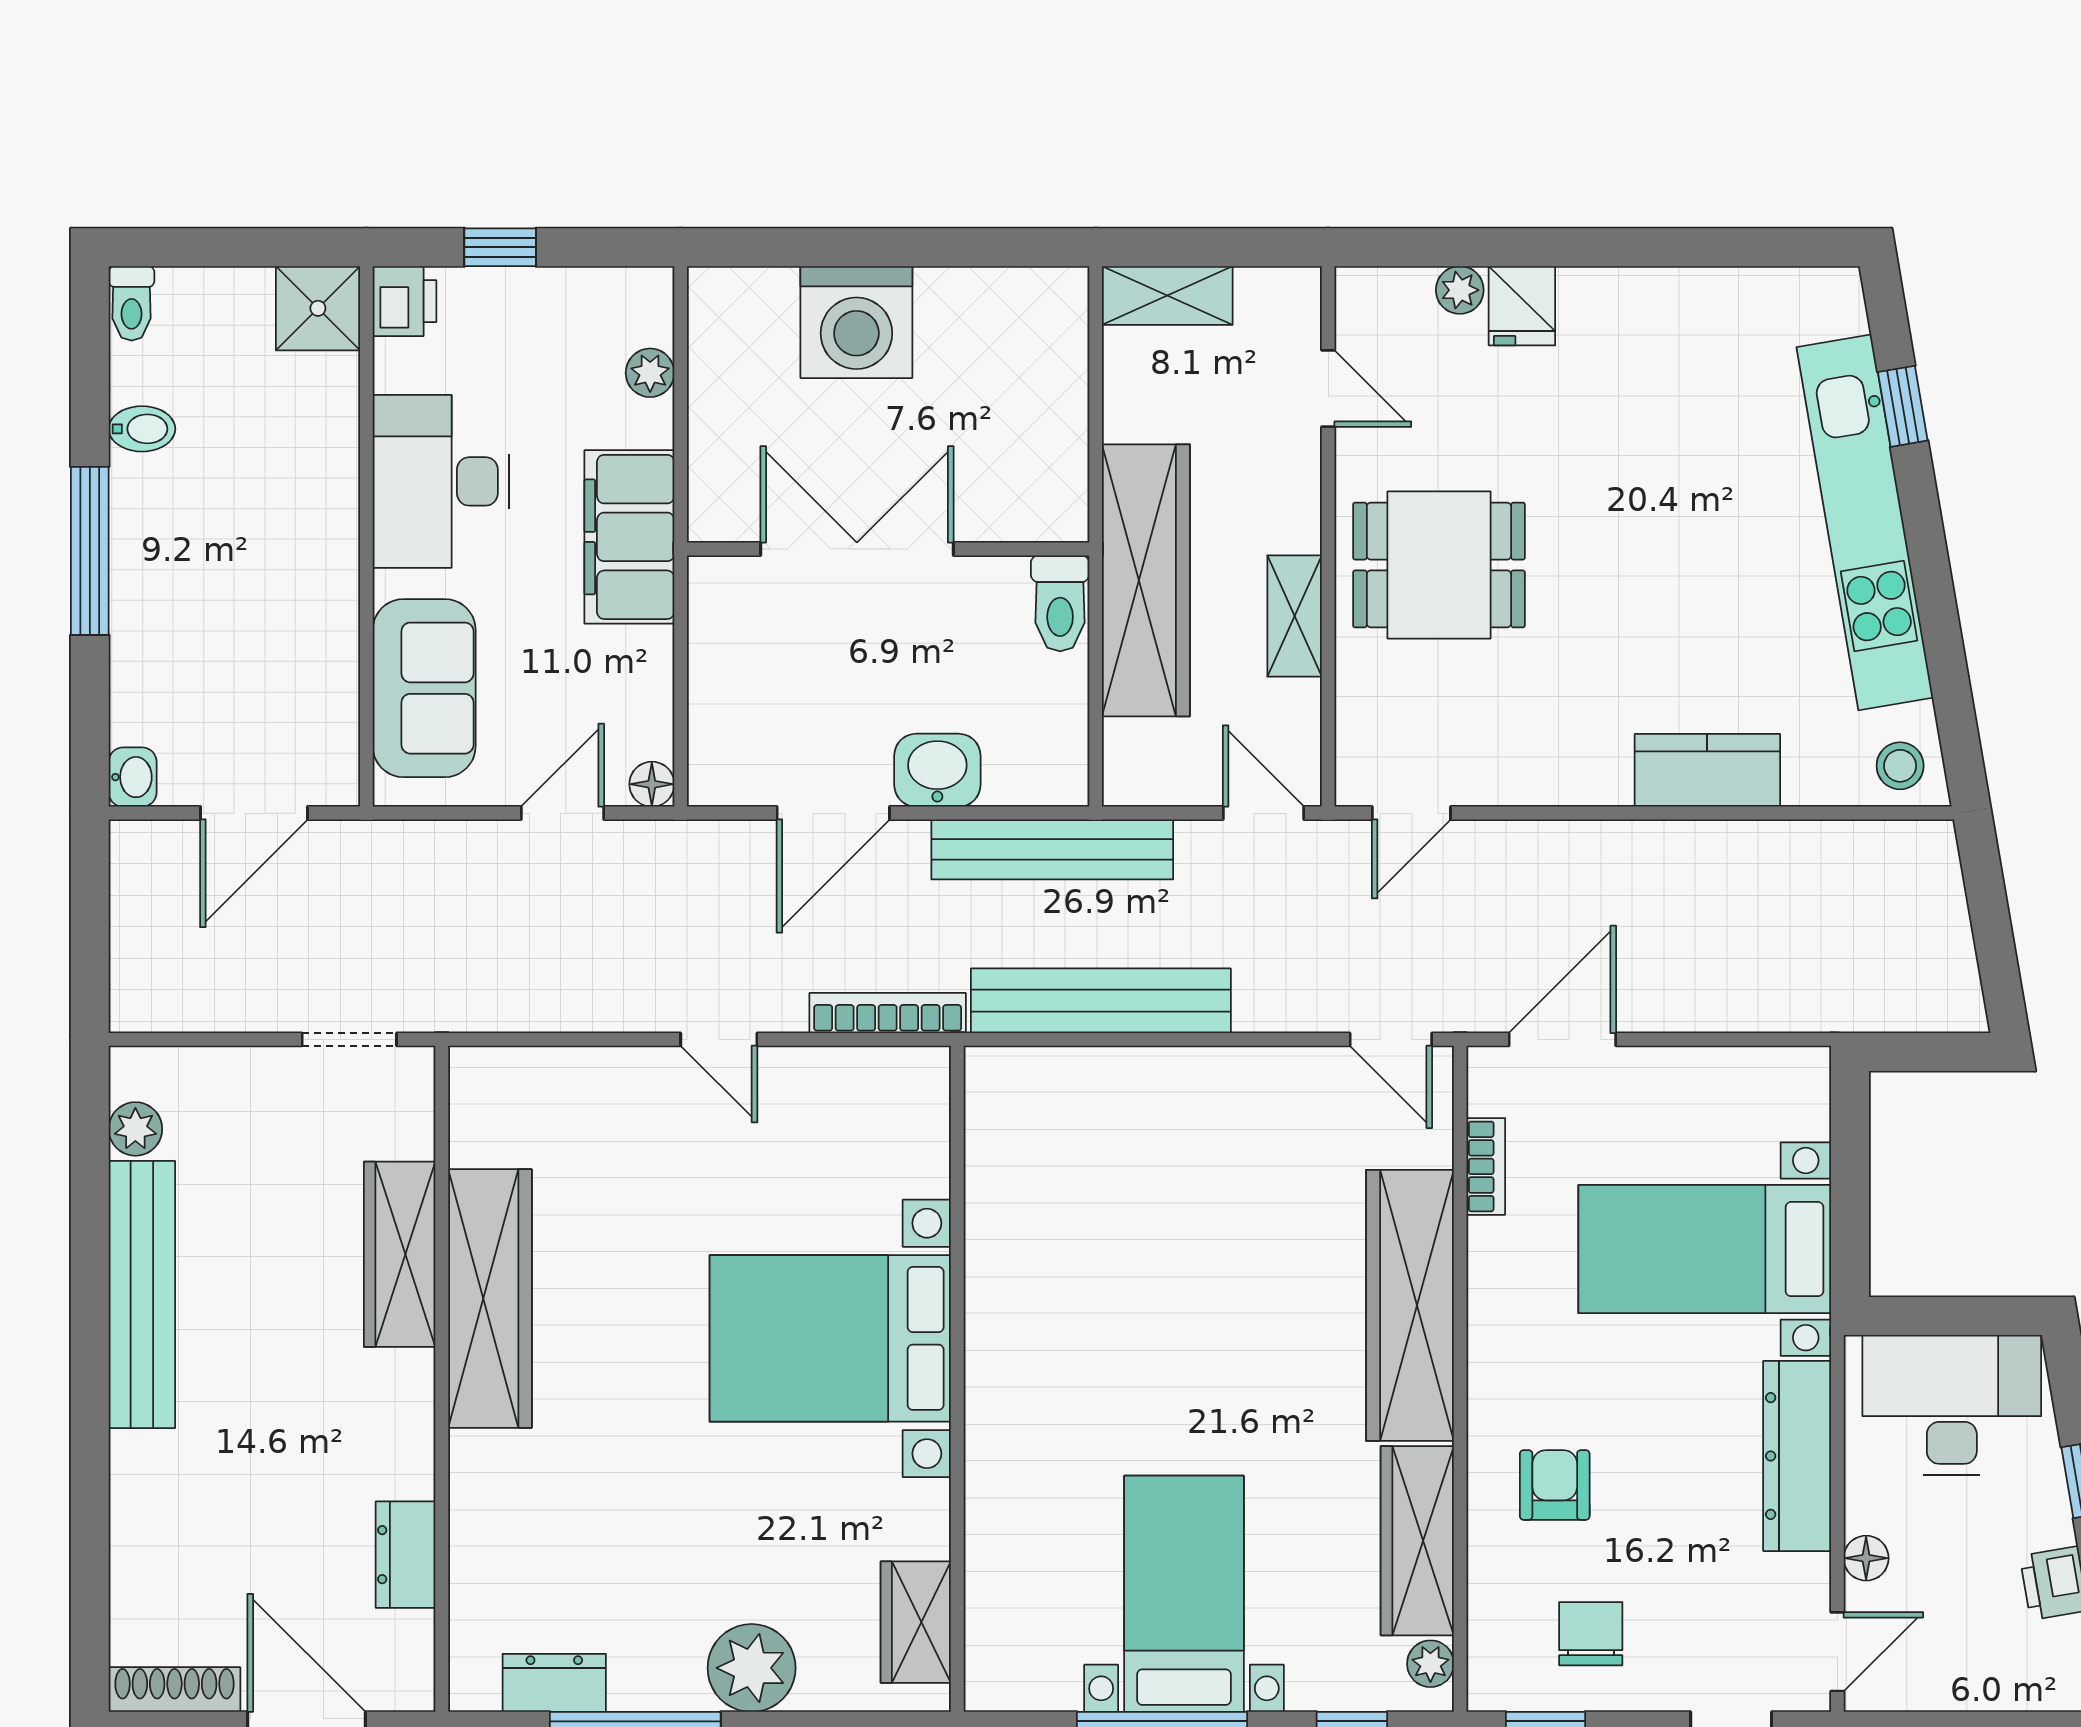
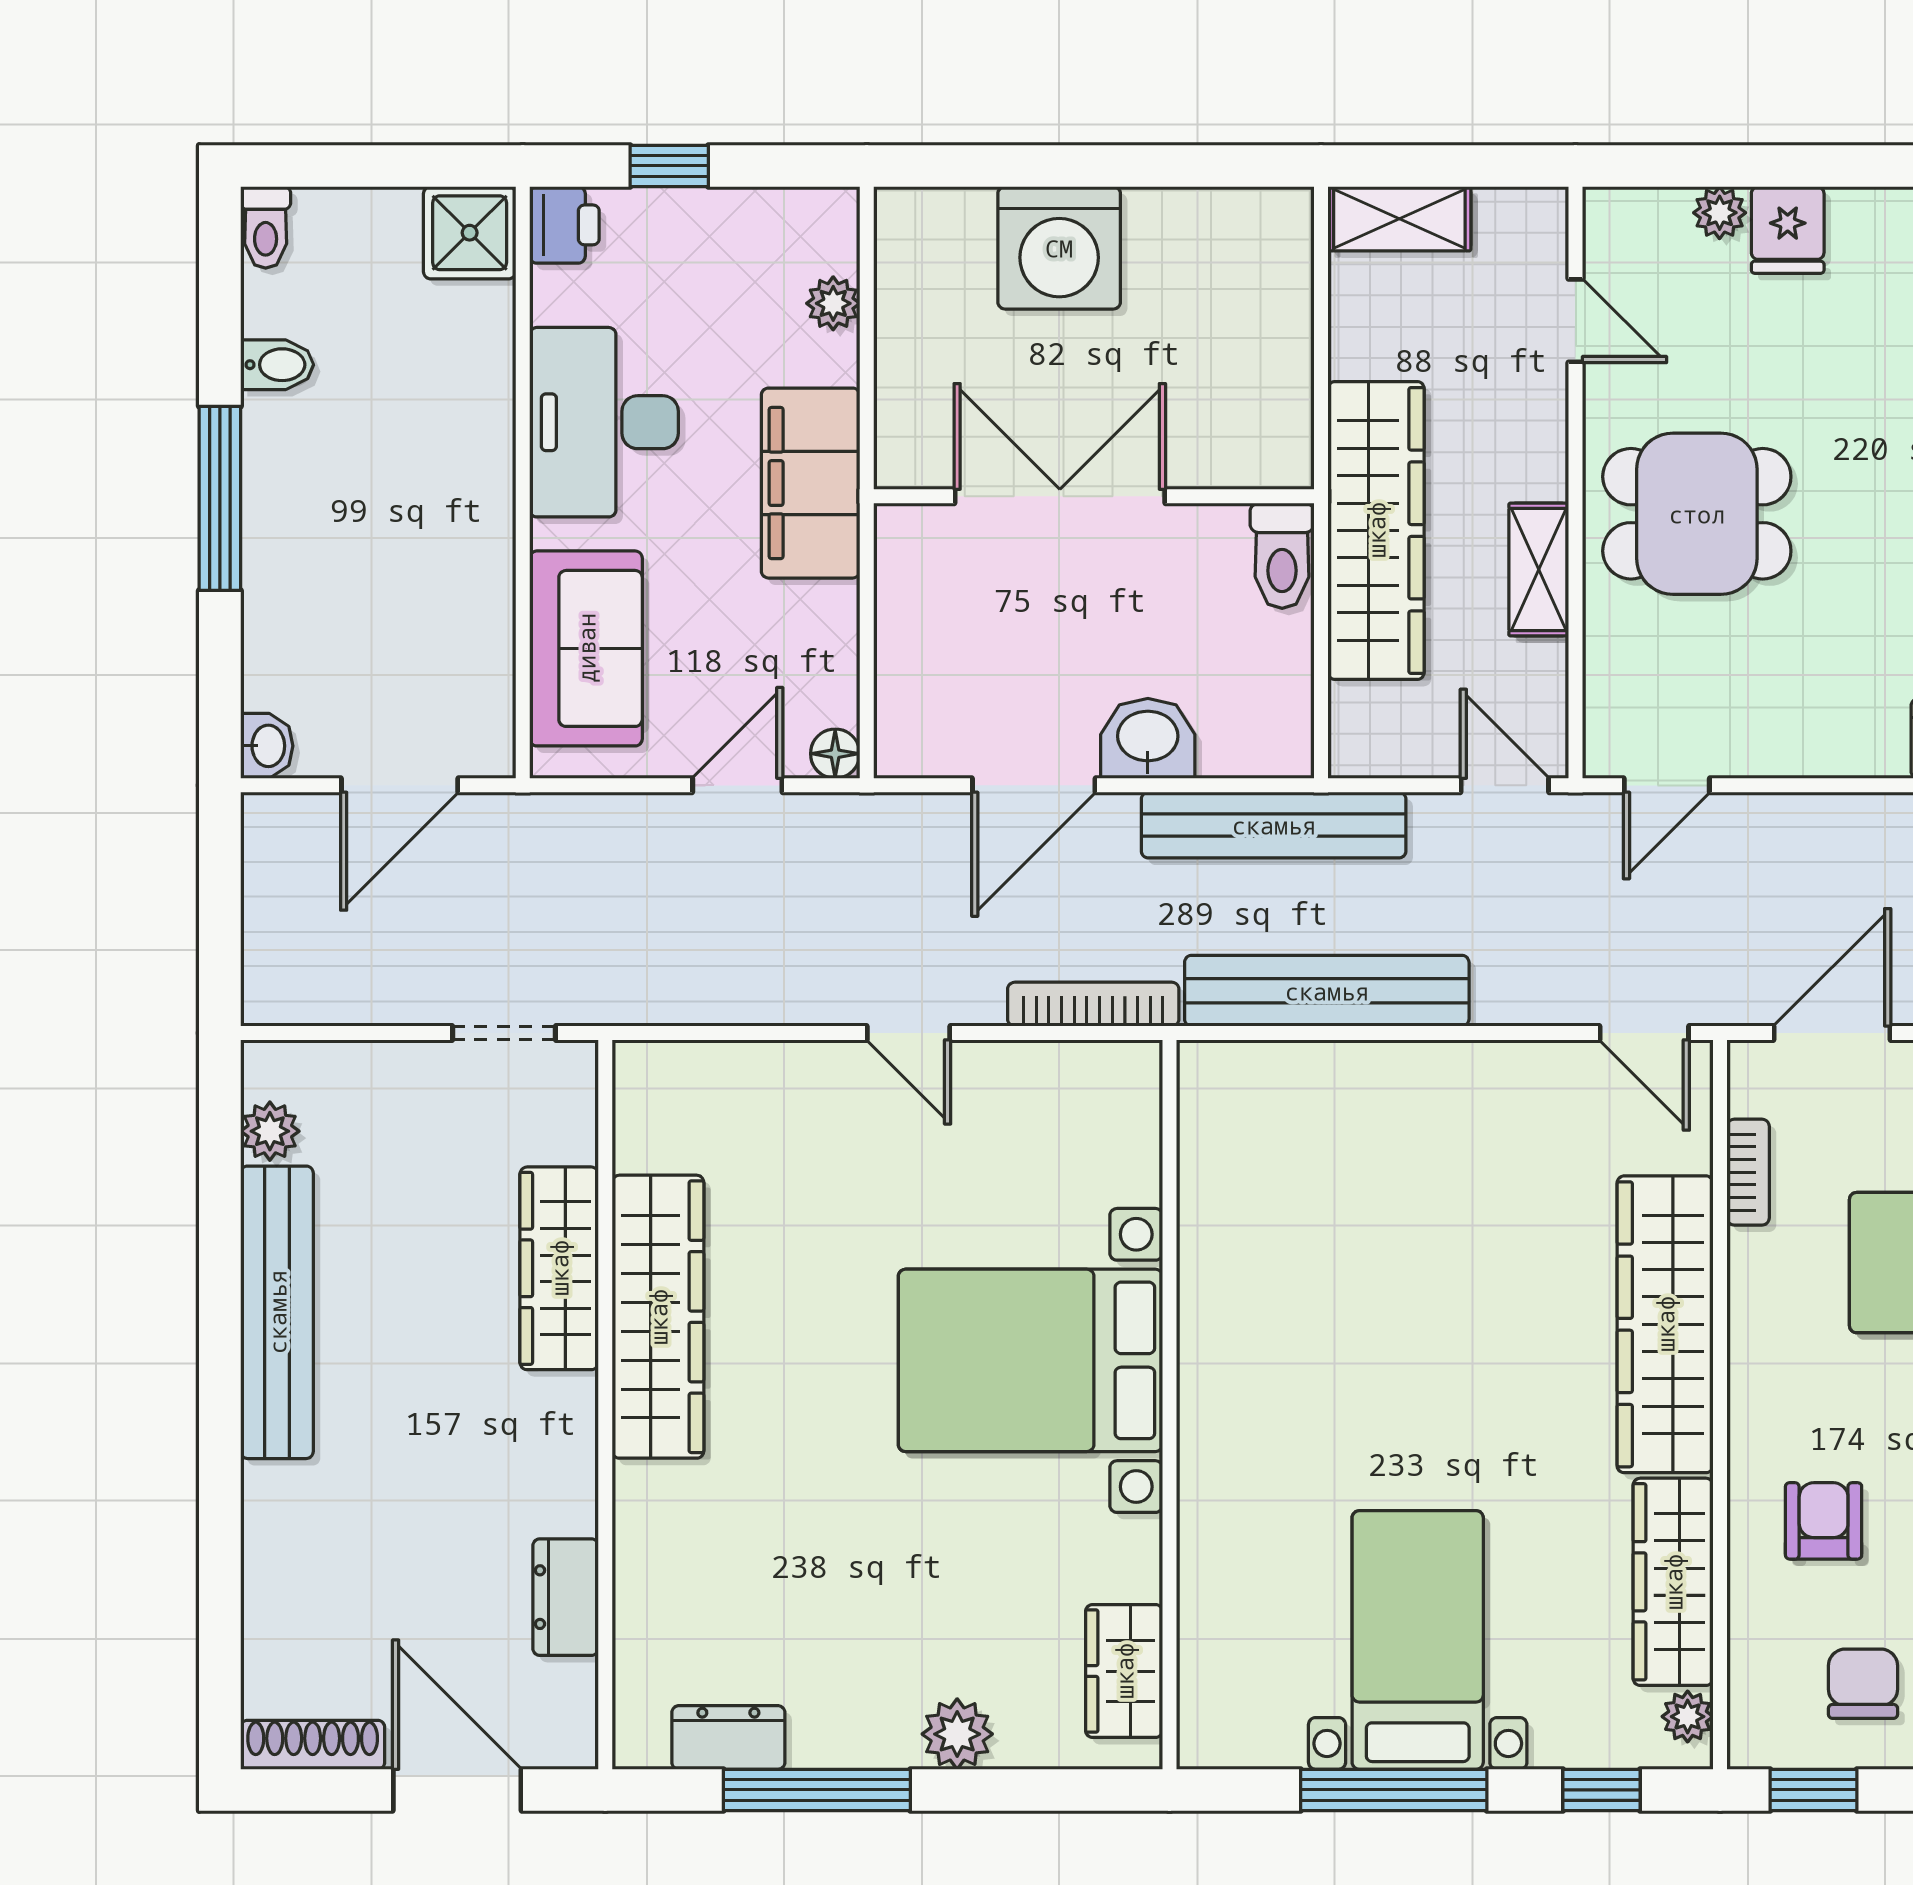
plant: (752, 1668) -> (957, 1734), width x0.73, depth x0.73

